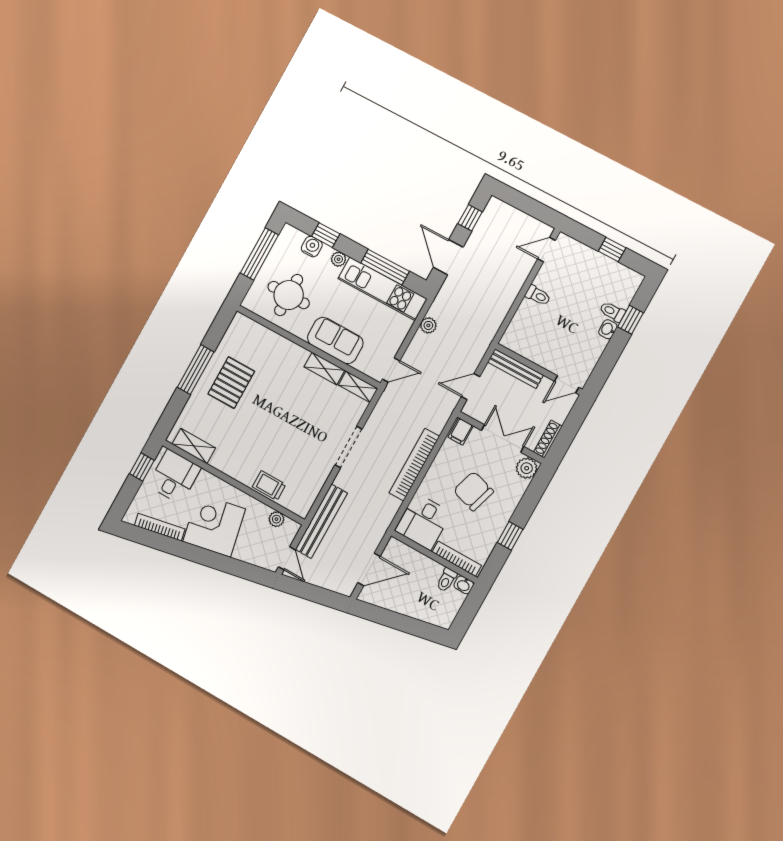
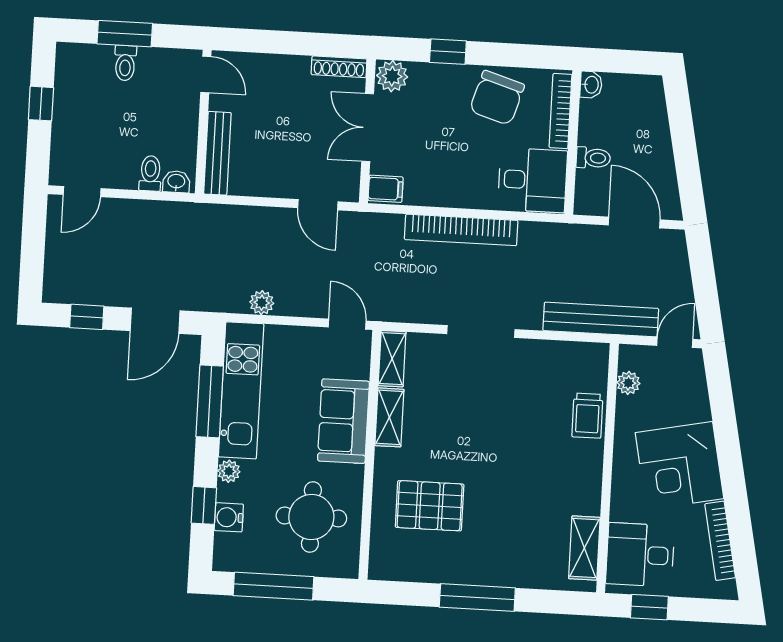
door: (547, 250) -> (82, 192), hinge flipped
window: (630, 320) -> (125, 34), width x1.50
washbasin: (608, 329) -> (176, 182), moved, turned 180
bench: (515, 369) -> (217, 153), moved
wall: (539, 369) -> (203, 122), moved
pallet: (231, 383) -> (430, 506), moved
door: (567, 384) -> (206, 75), moved
chair: (473, 491) -> (497, 98), moved
window: (510, 536) -> (448, 52), moved
toilet: (447, 580) -> (593, 158), moved

